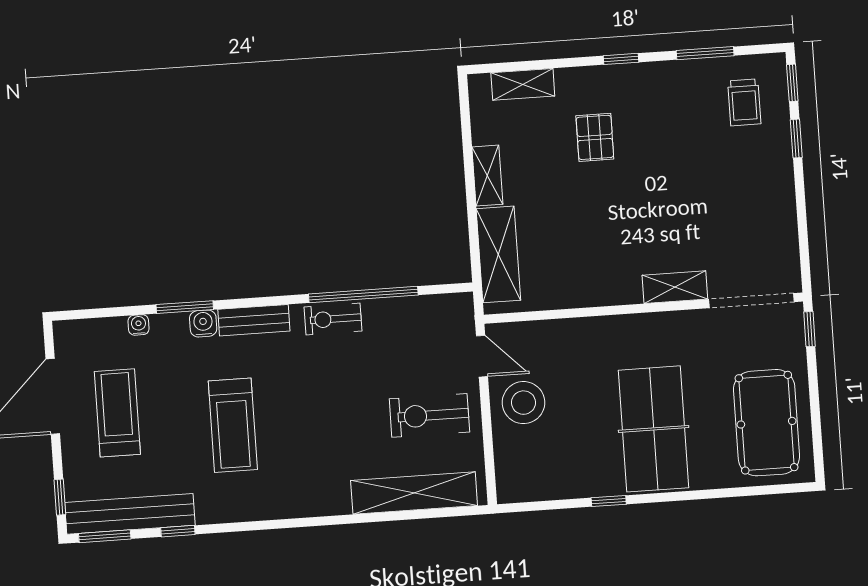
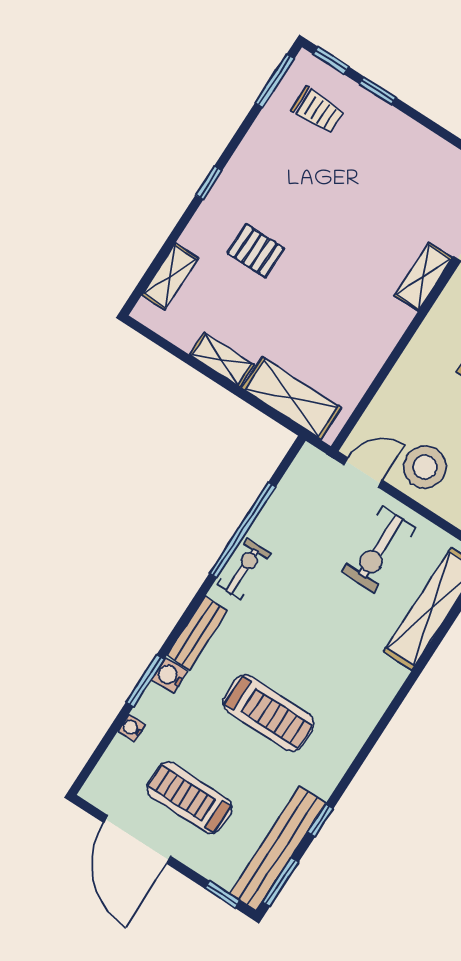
window: (705, 53) -> (275, 81), moved
exercise bike: (333, 319) -> (244, 569), turned 180

